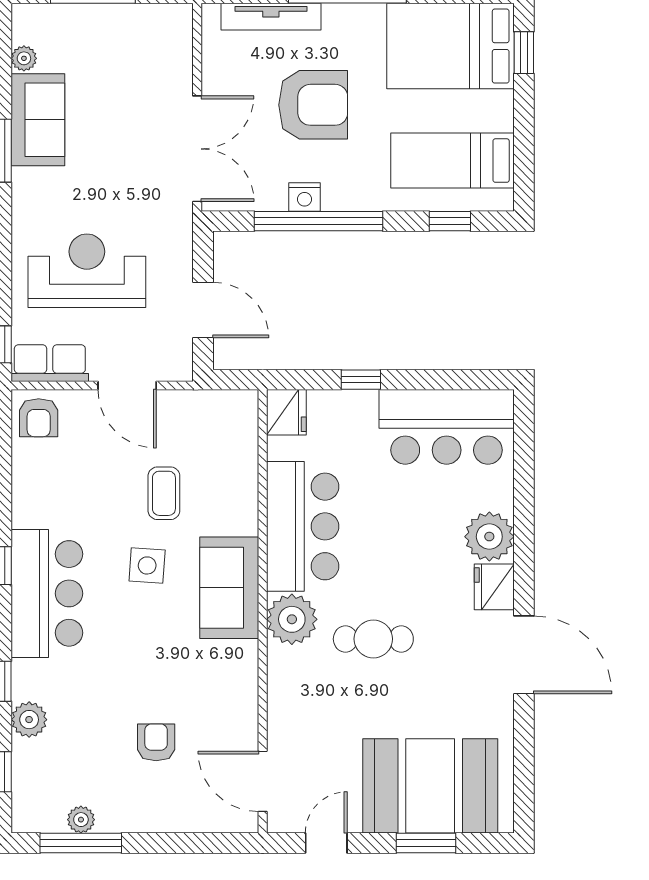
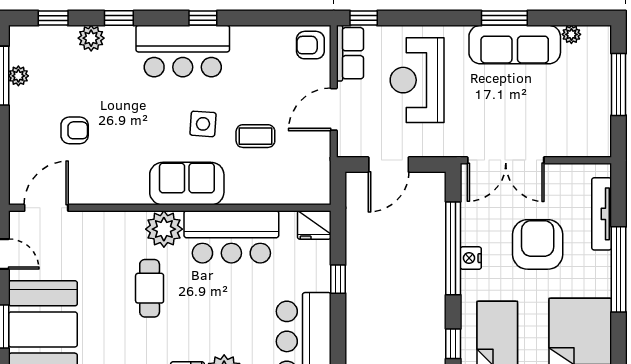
armchair: (313, 105) -> (538, 244), turned 180
sofa: (38, 120) -> (515, 45), width x1.36
nightstand: (304, 197) -> (471, 258), moved
reception desk: (87, 271) -> (417, 80), turned 180

